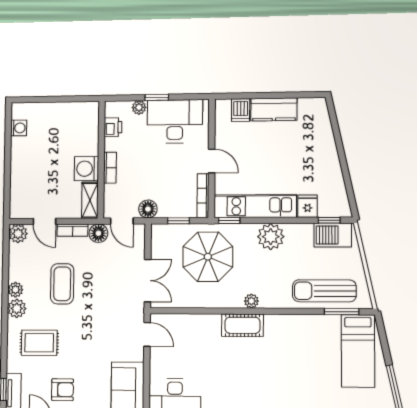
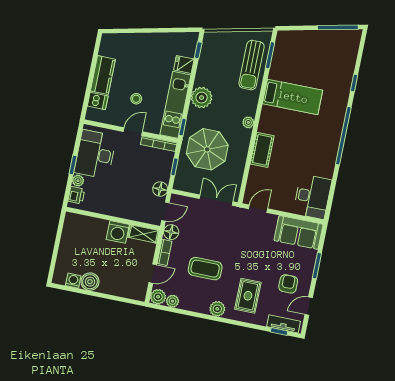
printer: (113, 127) -> (76, 195), moved, turned 90
boiler: (21, 148) -> (90, 282), added
stool: (253, 156) -> (136, 99), added
bookcase: (110, 168) -> (121, 213), removed
barbecue: (333, 235) -> (210, 50), removed
plant: (15, 290) -> (173, 301), moved
cot: (242, 325) -> (262, 150), moved
bed: (358, 351) -> (293, 97), moved

